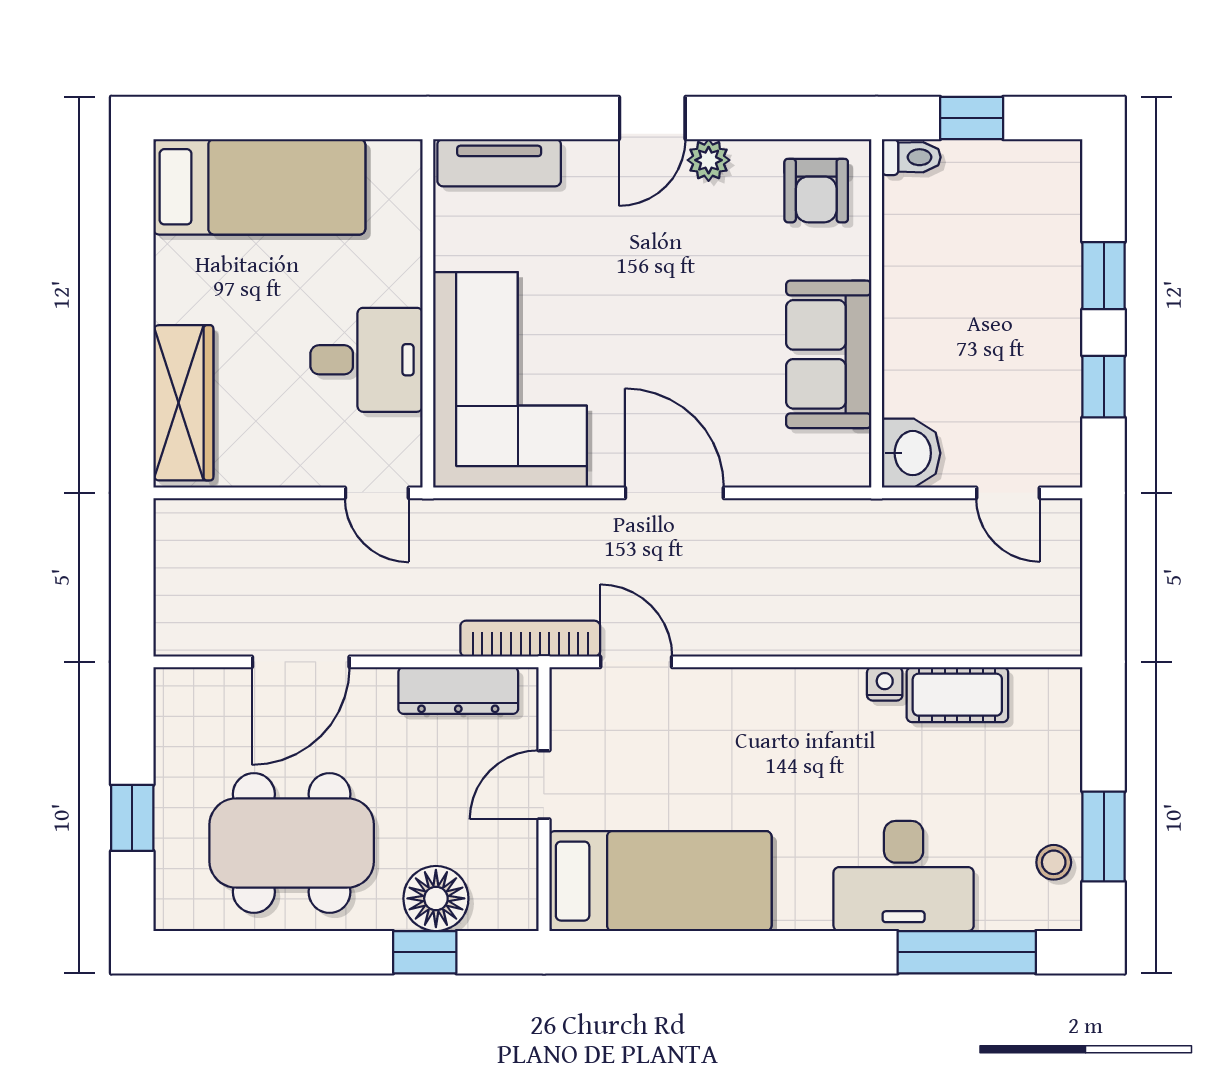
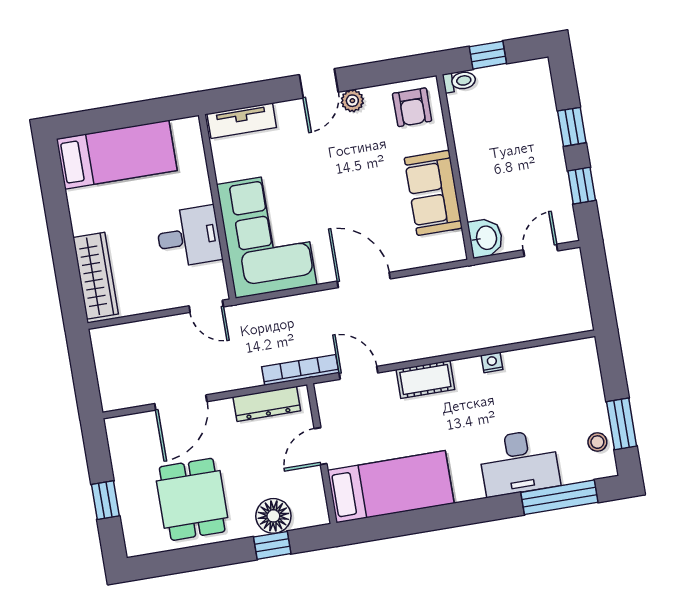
door: (1008, 493) -> (540, 250), swing flipped
cot: (957, 695) -> (425, 379), moved
dining table: (292, 843) -> (192, 499), width x0.73

